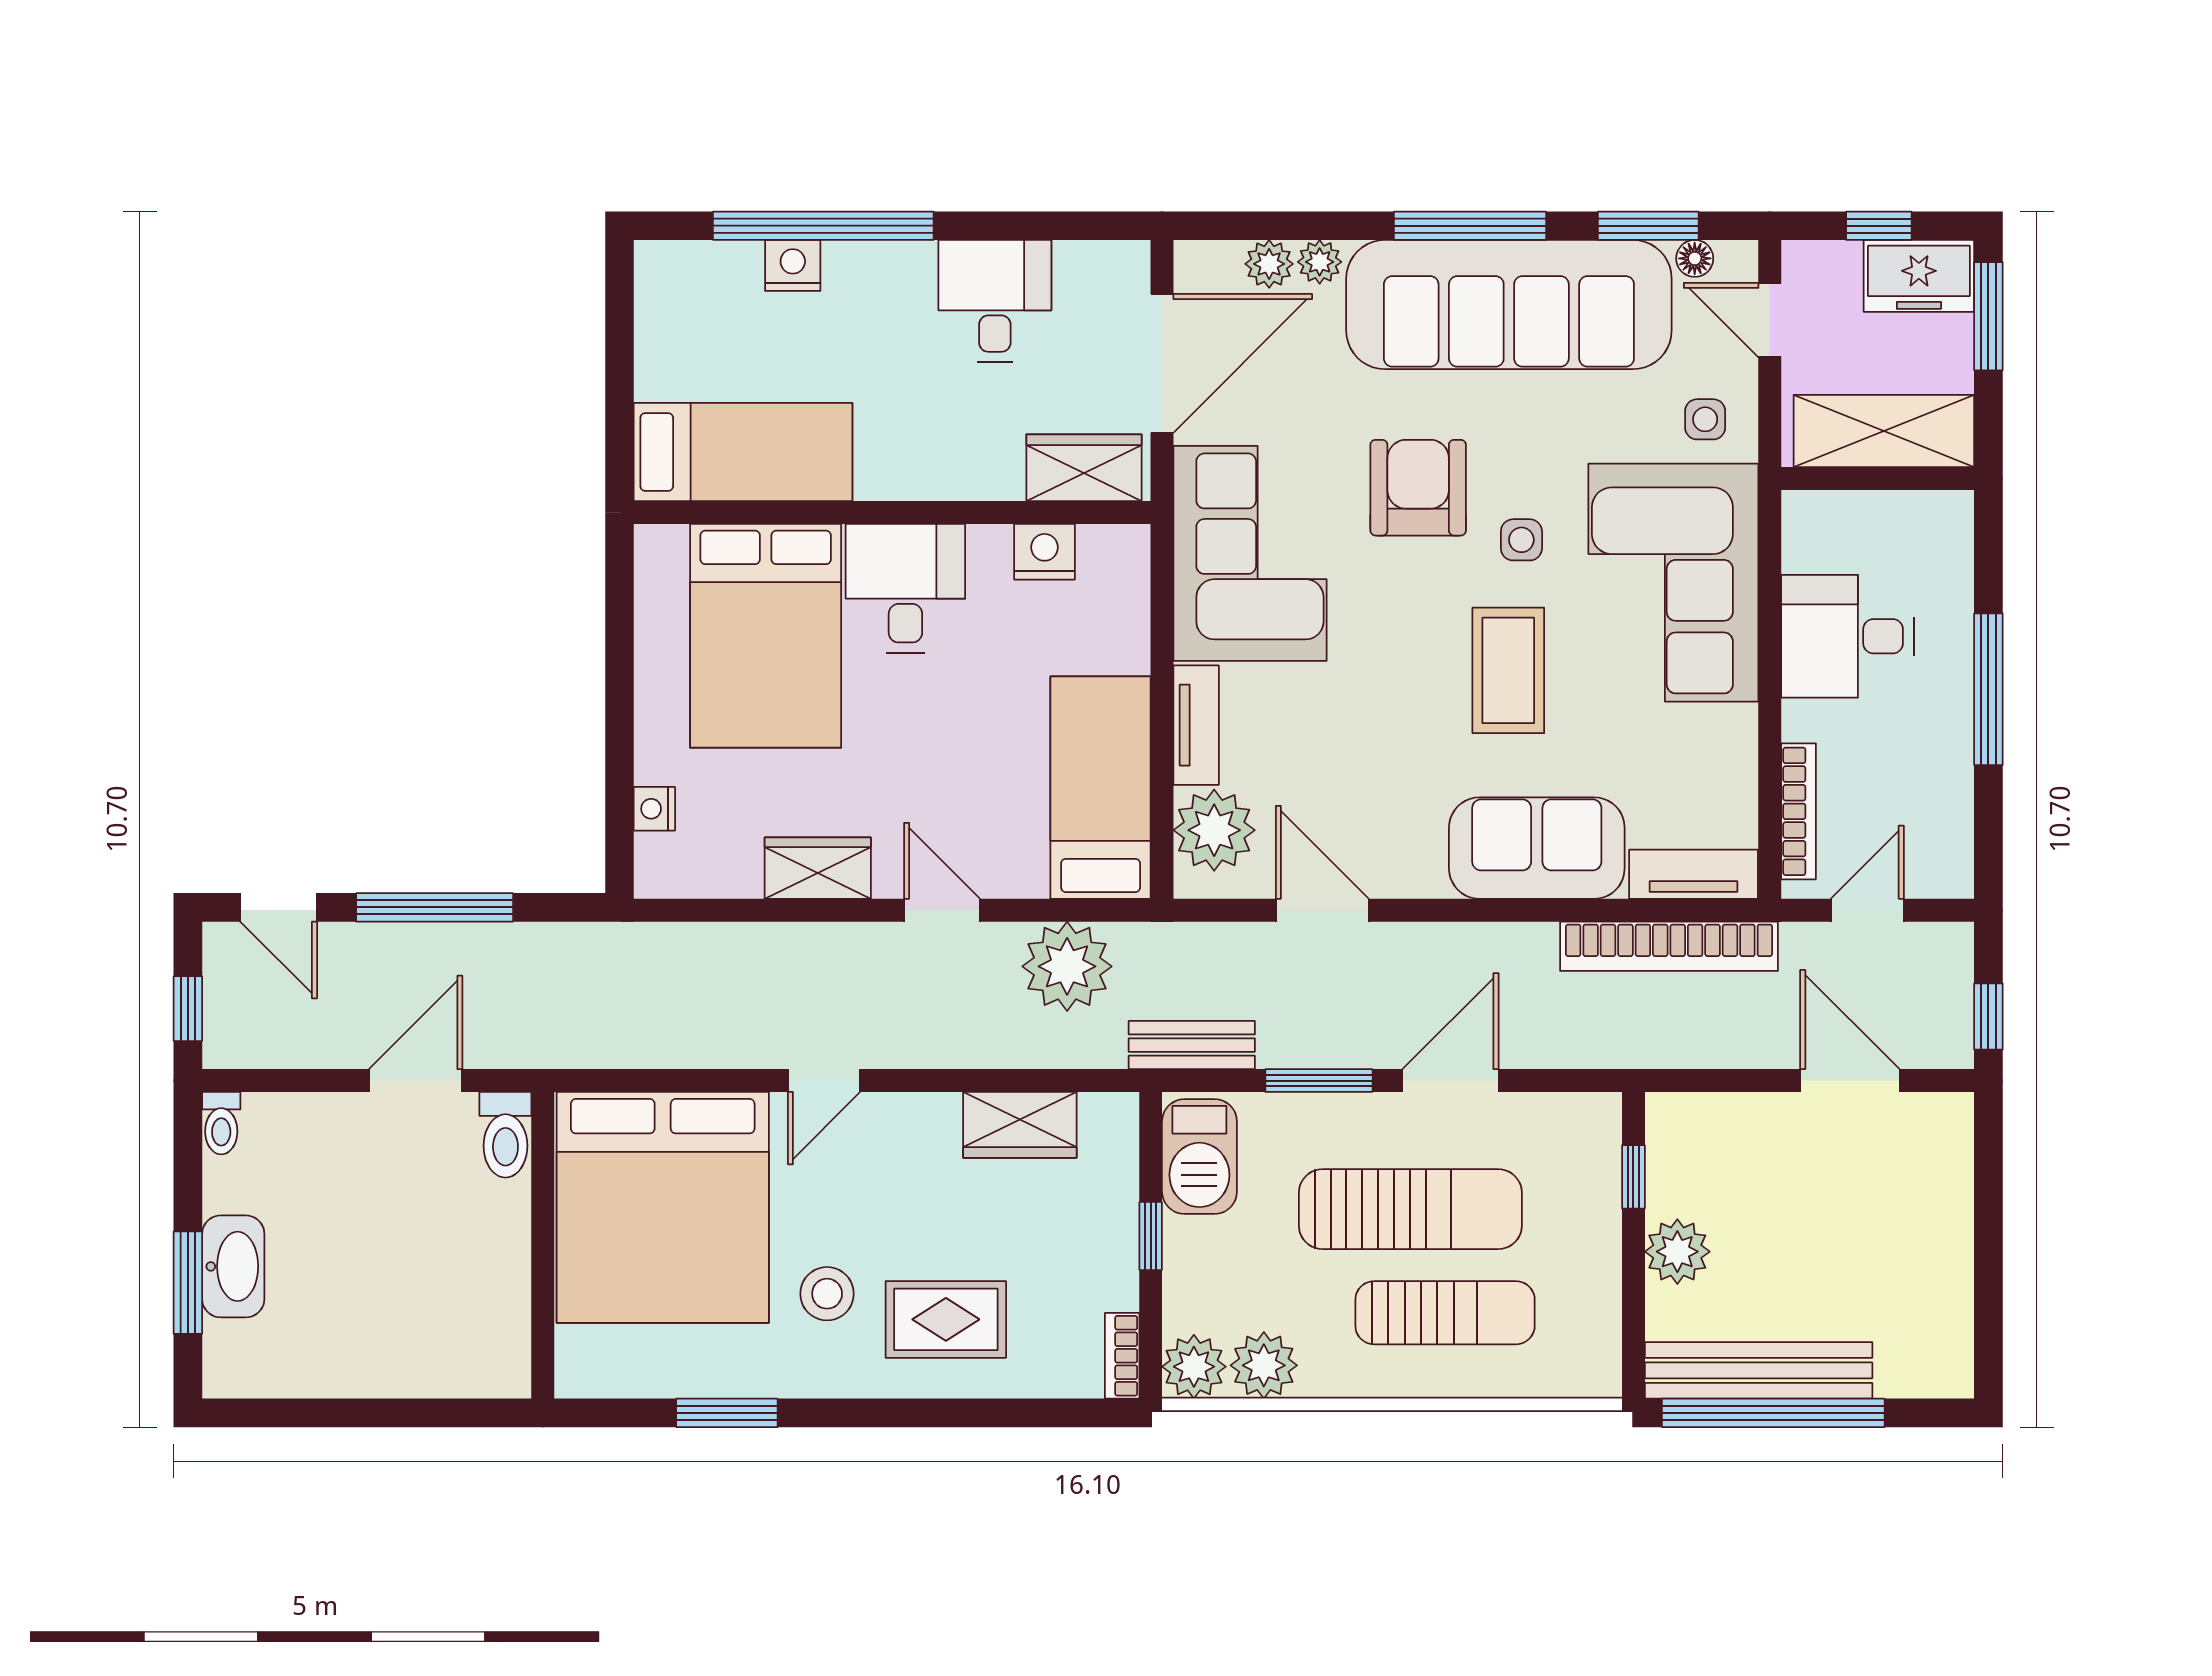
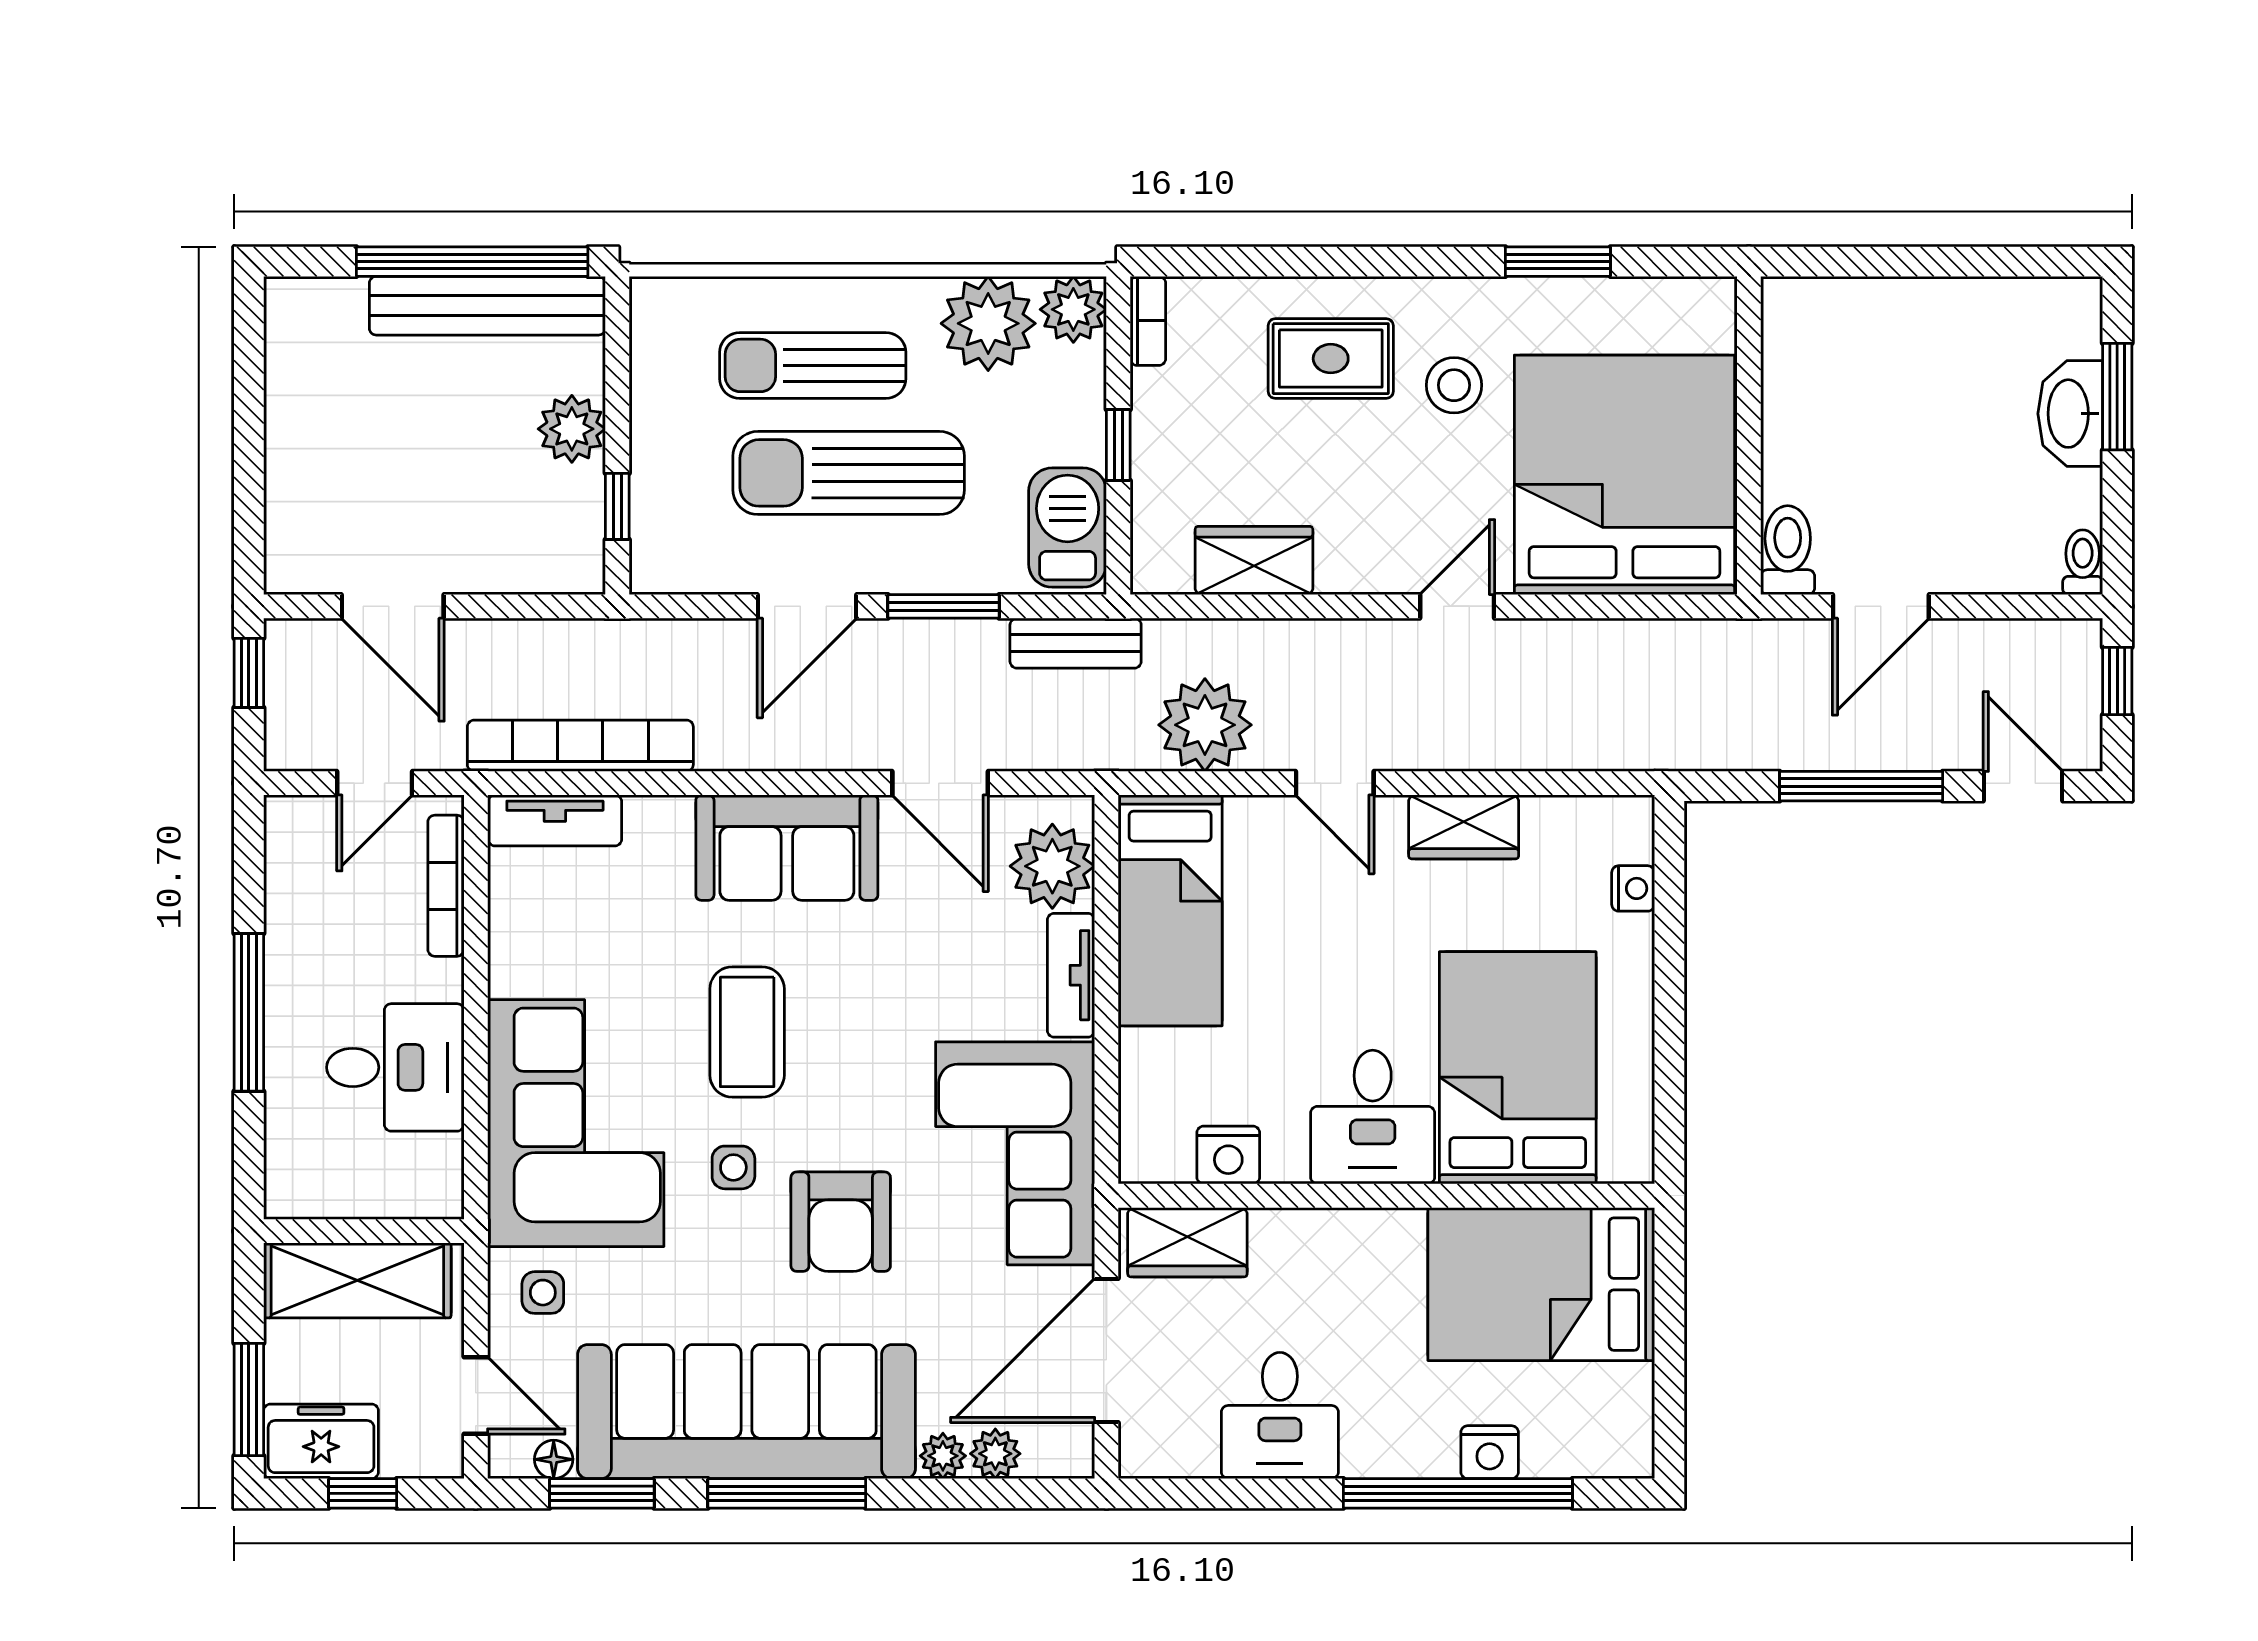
bed: (743, 452) -> (1541, 1284), width x1.50
sofa: (1537, 848) -> (787, 848), moved
plant: (1264, 1365) -> (988, 323), width x1.36, depth x1.36

